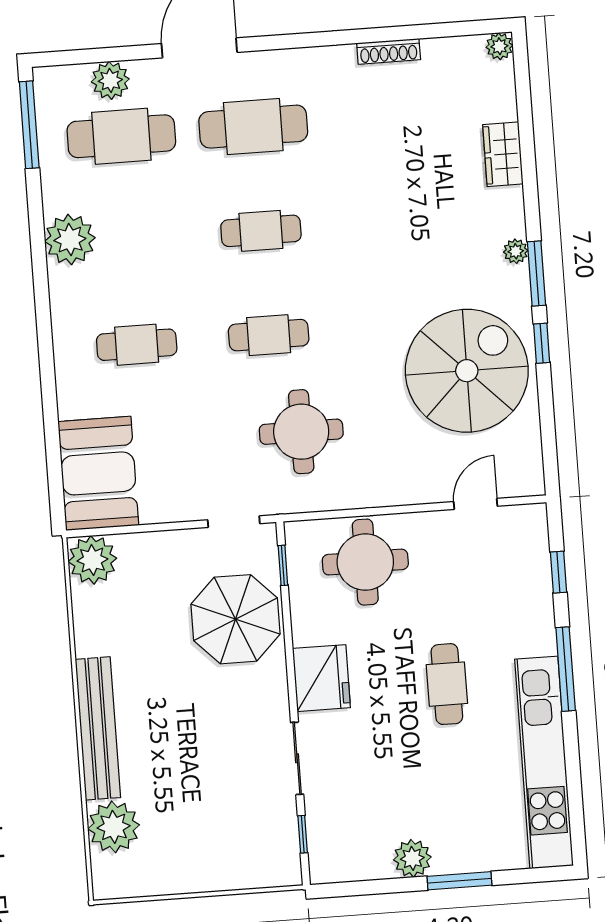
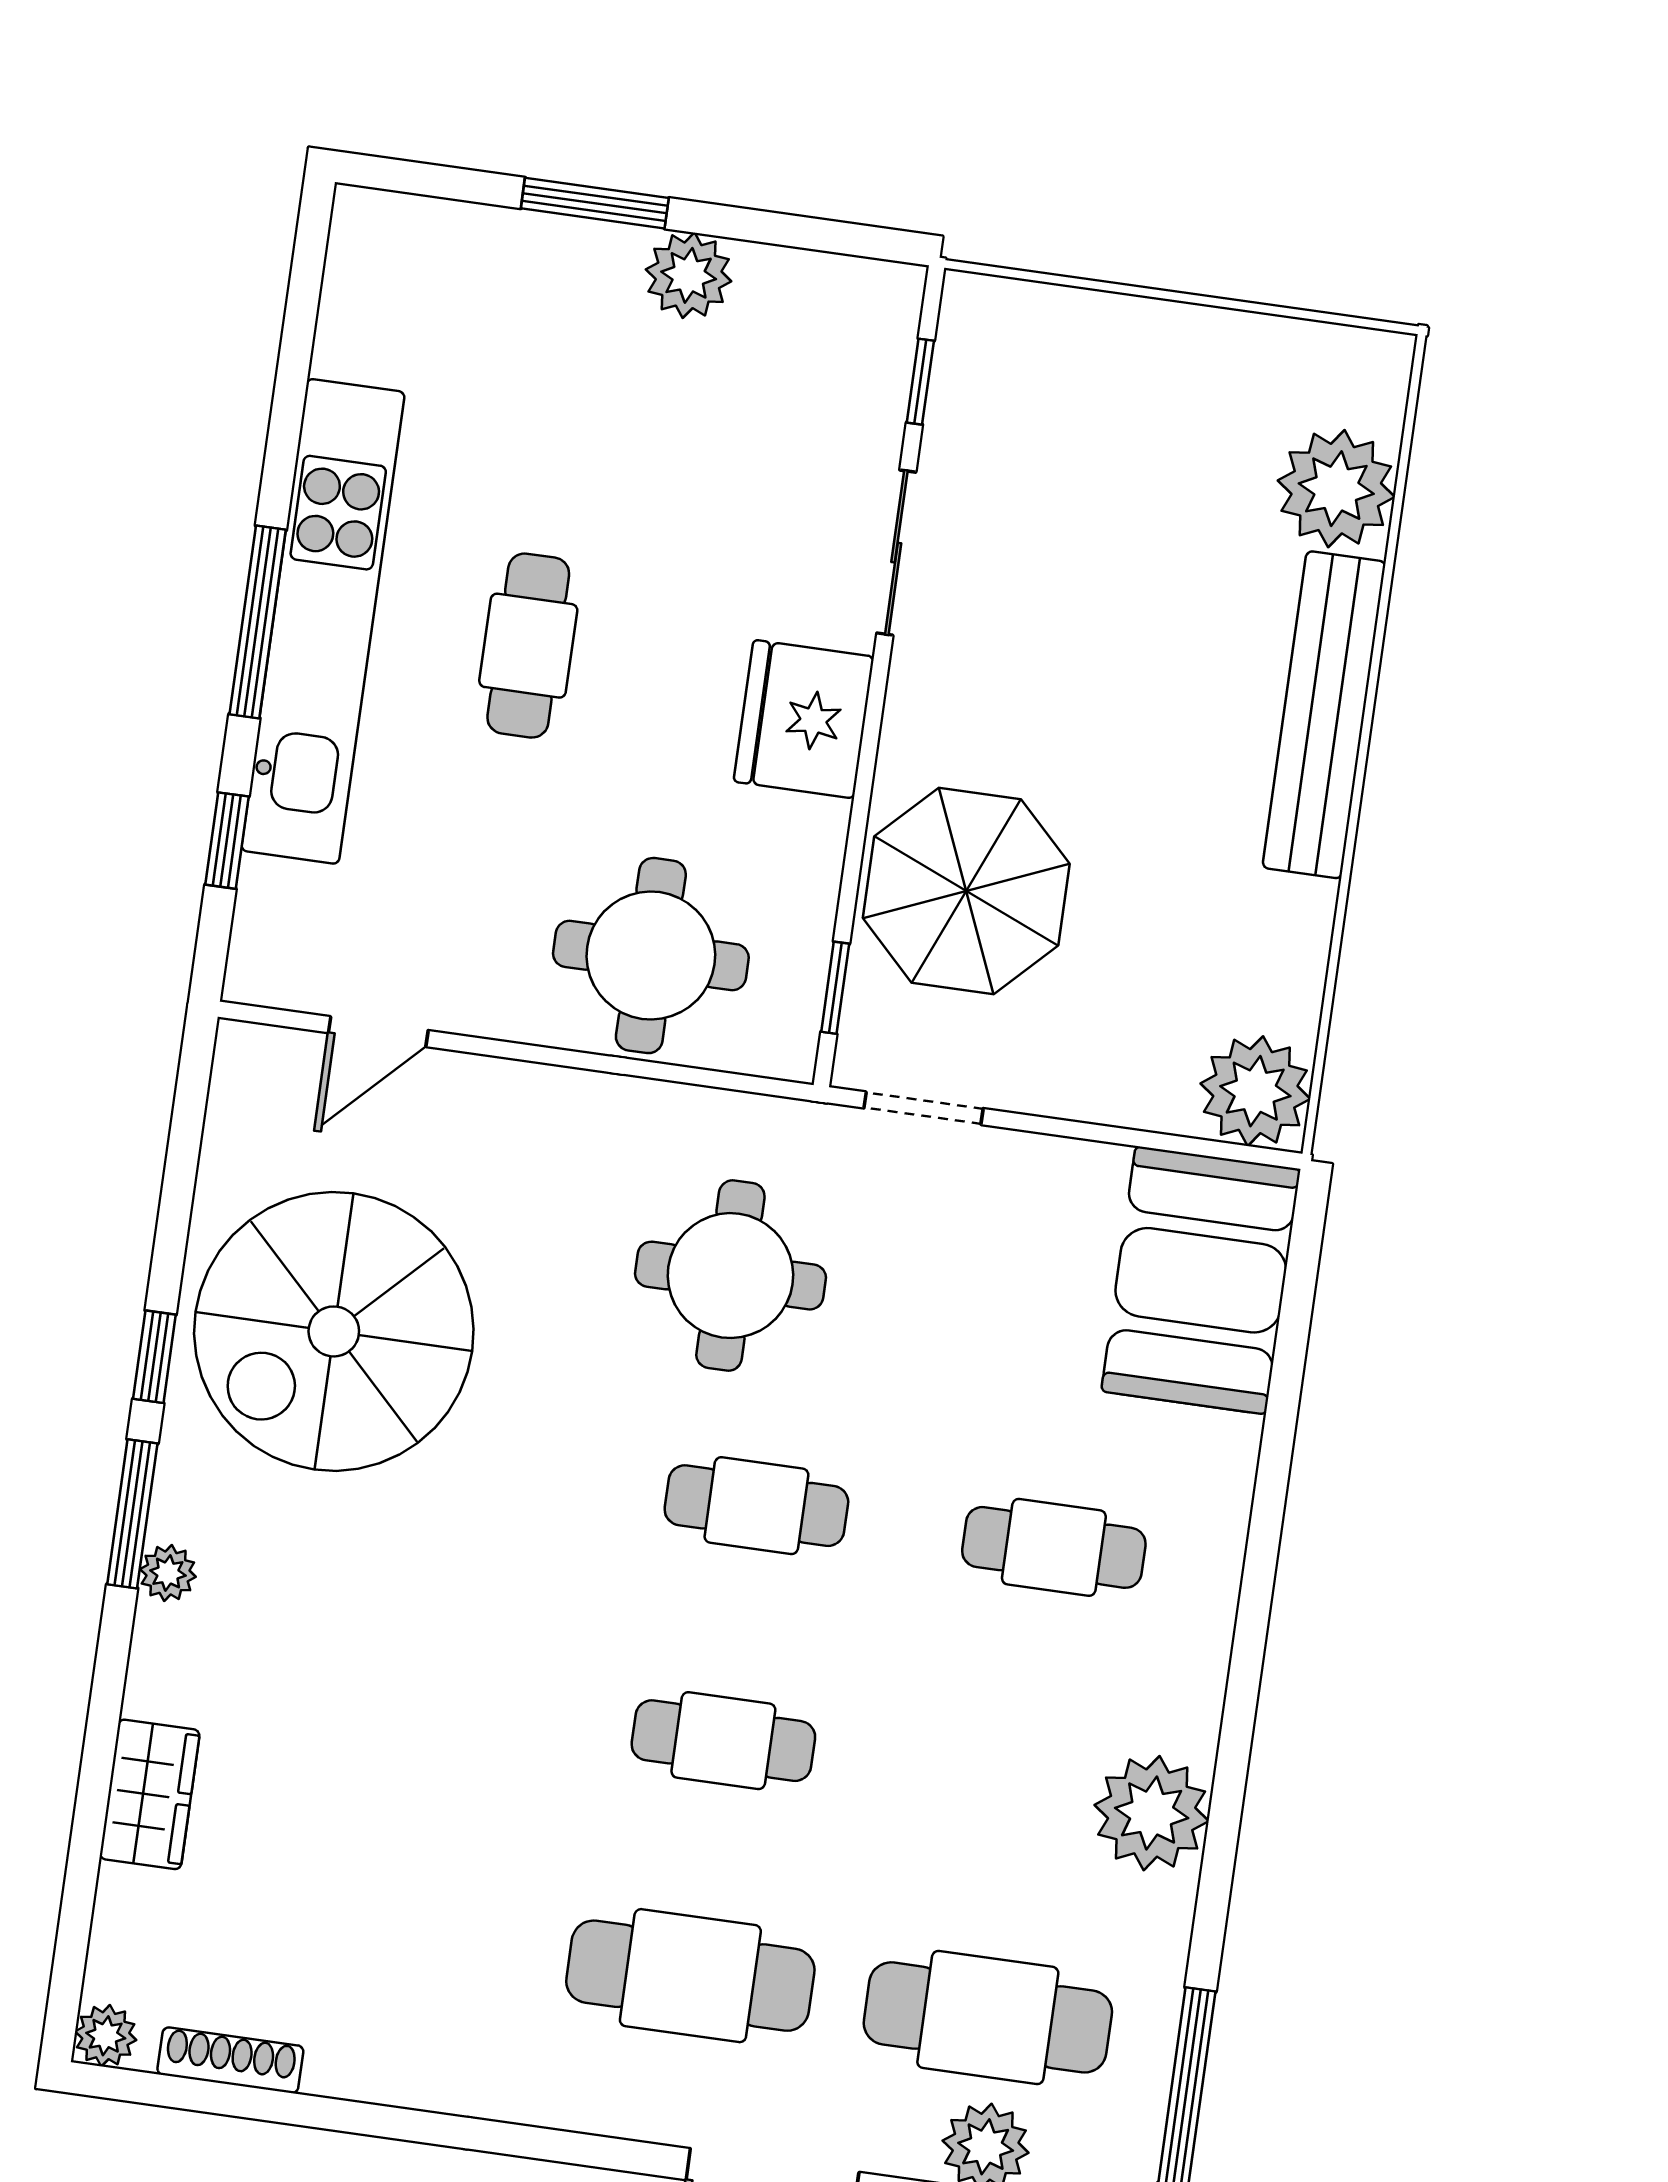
shoe rack: (389, 51) -> (230, 2060), moved
kitchen unit: (544, 762) -> (323, 621), moved

